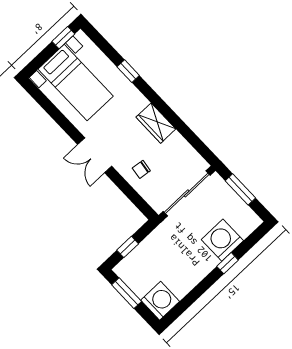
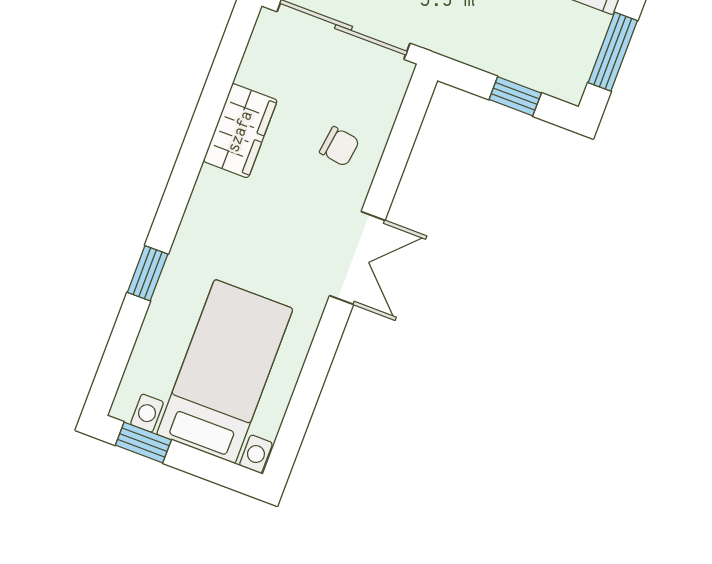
wardrobe: (156, 123) -> (240, 131), moved

